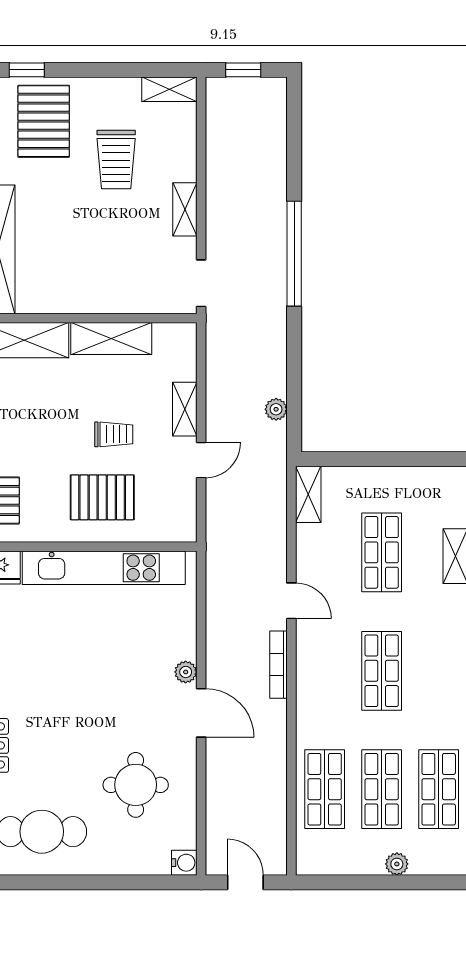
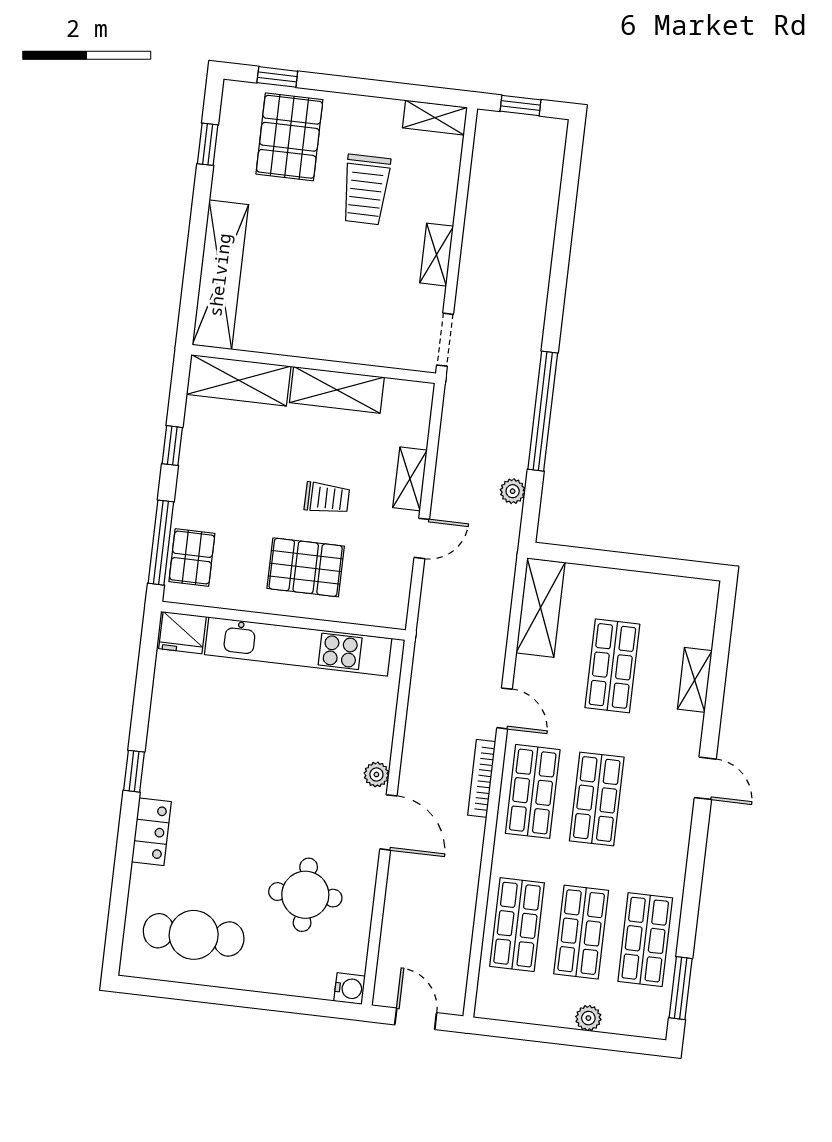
window: (294, 254) -> (543, 411), moved
shelving: (308, 494) -> (540, 608), width x1.50, depth x1.33
shop shelf: (325, 671) -> (533, 791), added

